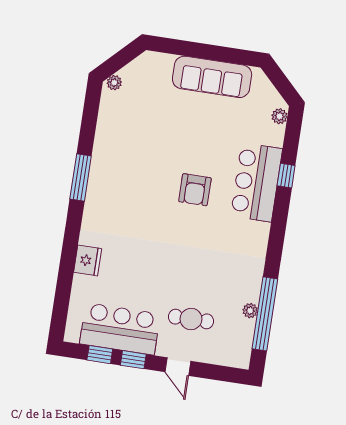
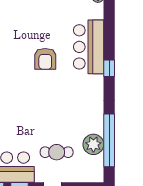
window: (286, 176) -> (109, 68), moved
plant: (250, 311) -> (93, 144), width x1.88, depth x1.88

